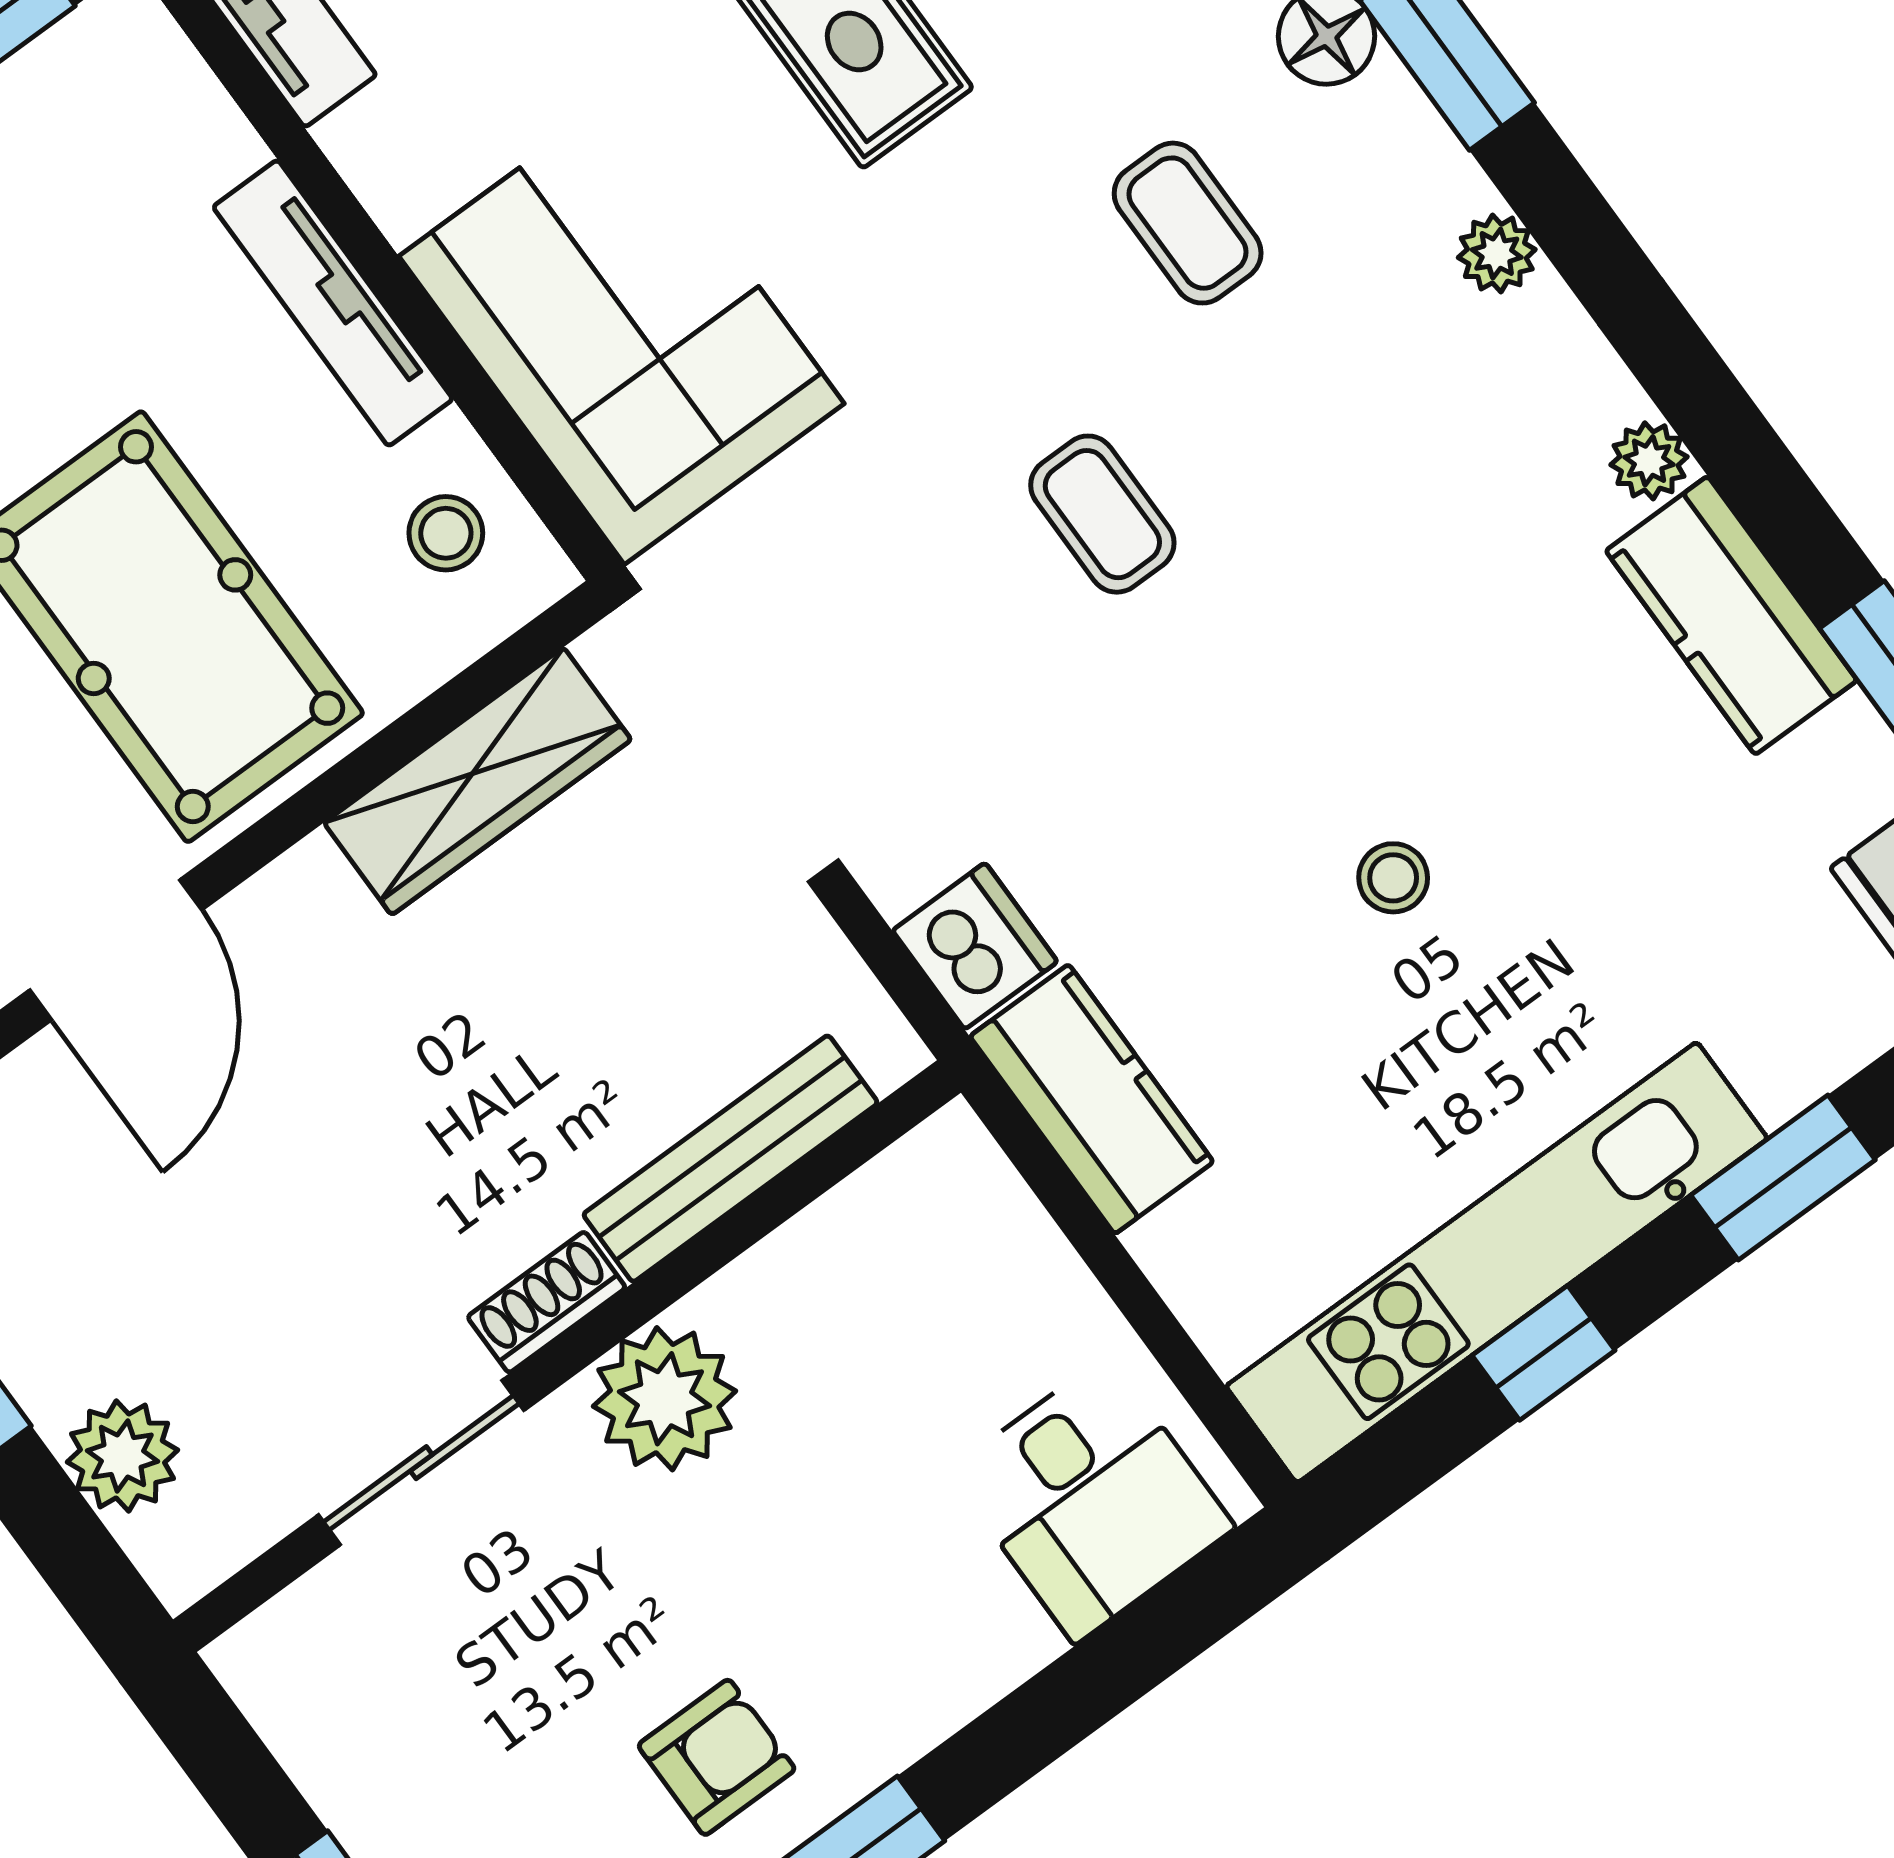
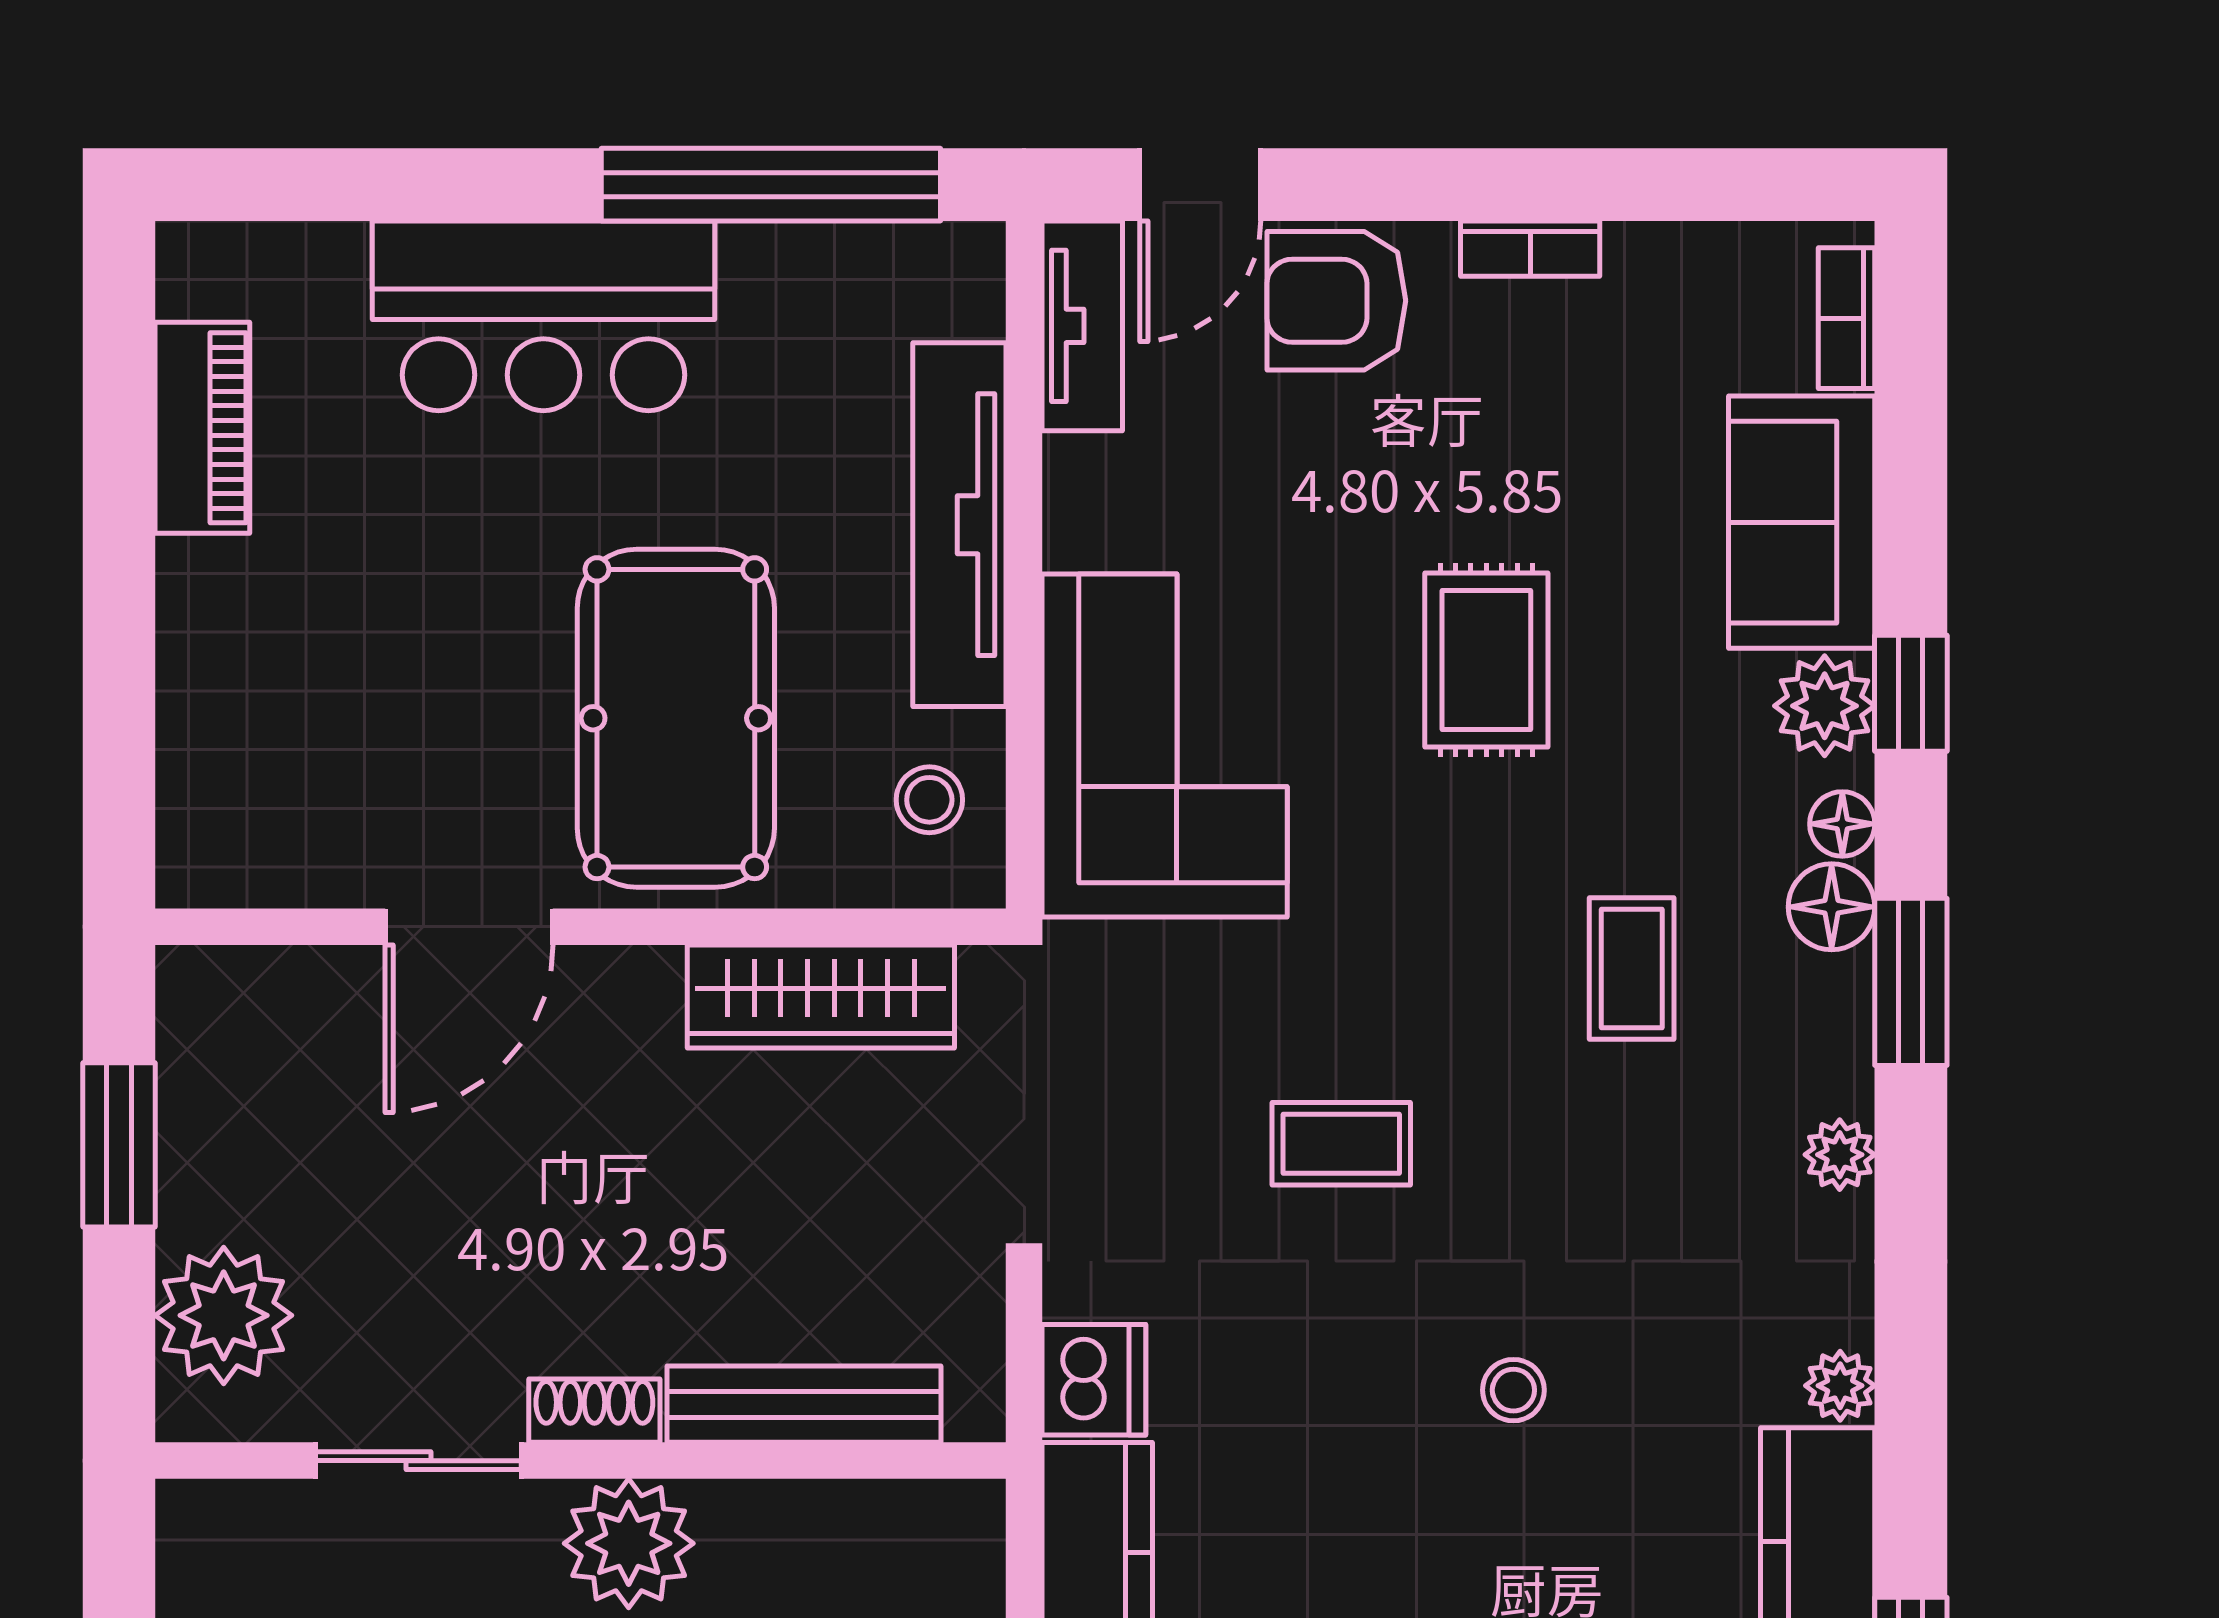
tv unit: (333, 303) -> (959, 525), width x1.36, depth x1.29
coffee table: (1102, 514) -> (1341, 1144), moved, turned 90
stool: (1393, 878) -> (1513, 1390), moved
plant: (123, 1456) -> (224, 1315), width x1.36, depth x1.36

